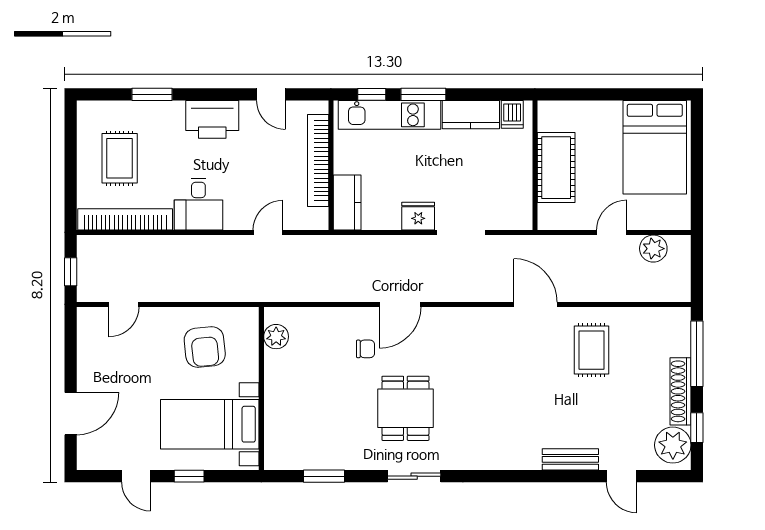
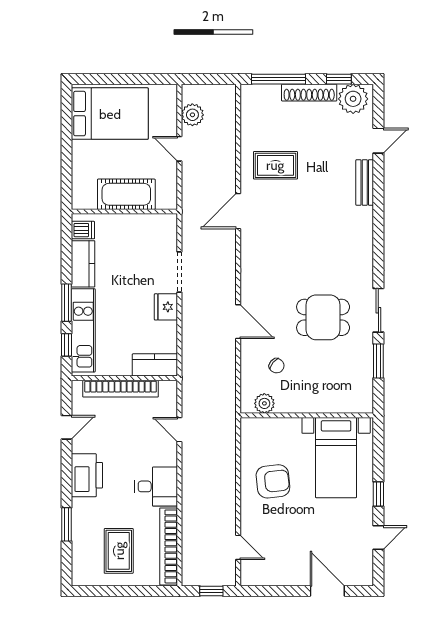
rug: (120, 158) -> (119, 551), turned 90
plant: (276, 337) -> (264, 403), moved
chair: (365, 349) -> (277, 366), moved, turned 129
wall: (261, 388) -> (307, 415), moved
bed with nightstands: (210, 424) -> (336, 458), moved
window: (324, 476) -> (378, 361), moved

